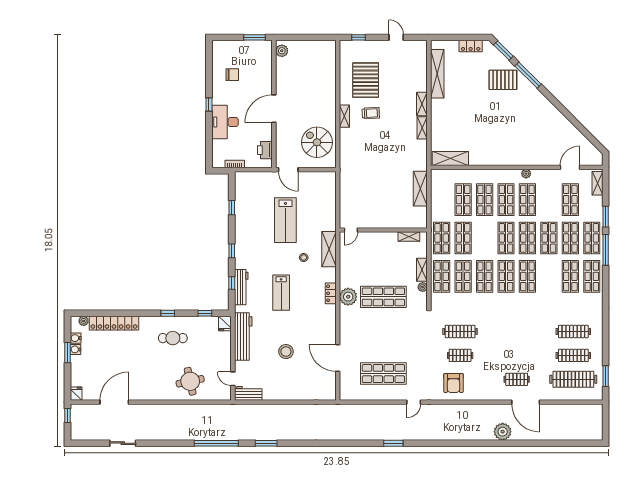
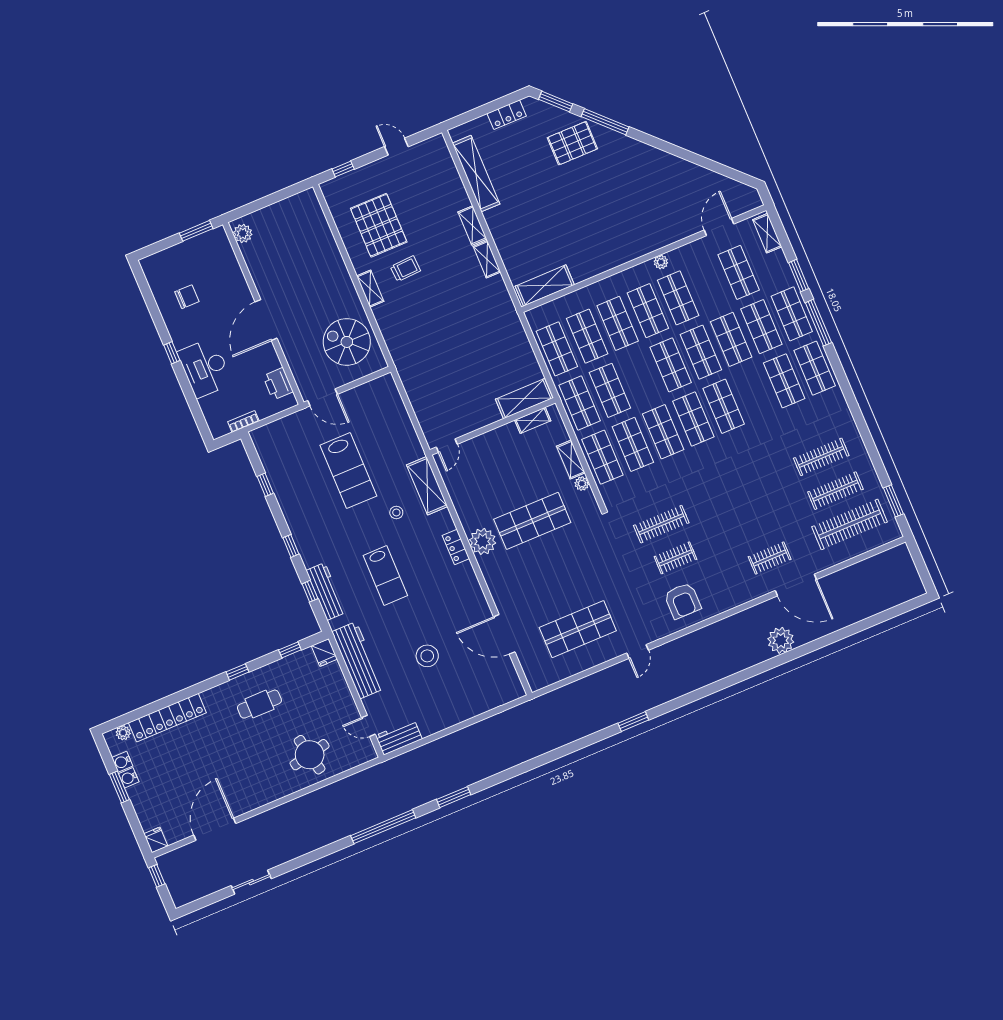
shelving: (420, 189) -> (524, 399), moved, turned 90
shop shelf: (442, 200) -> (557, 349), added

